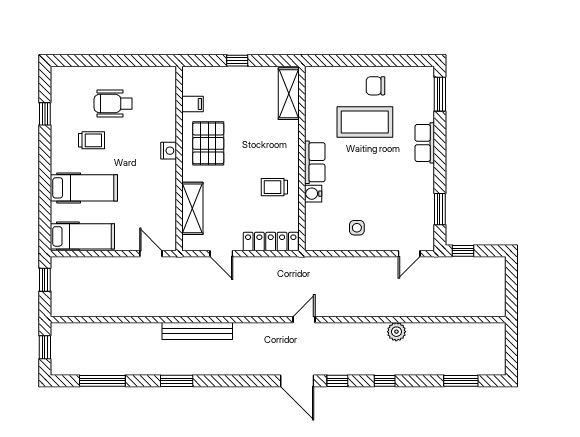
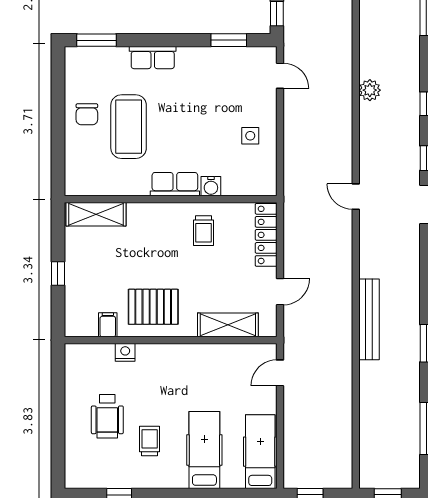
nightstand: (169, 151) -> (125, 352), moved

